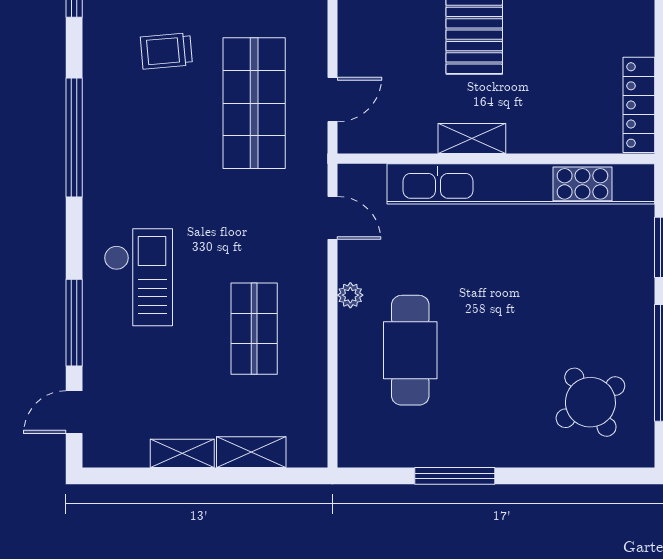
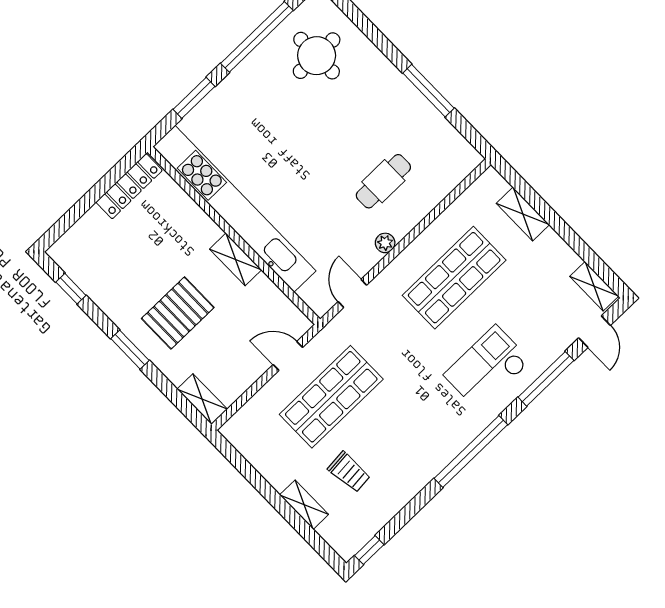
window: (74, 138) -> (471, 452), moved
shop shelf: (254, 329) -> (454, 278), width x1.43, depth x1.36
cafe table: (410, 350) -> (383, 181), width x0.73, depth x0.74
round table: (590, 402) -> (317, 56), turned 33
door: (74, 412) -> (595, 332), hinge flipped
shelving: (182, 453) -> (594, 286), moved

